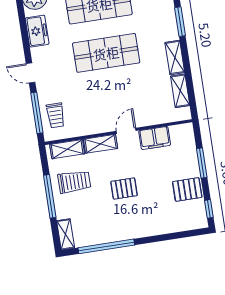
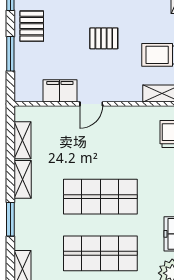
shelving: (101, 144) -> (123, 94), removed
pallet: (187, 189) -> (32, 26), turned 90

